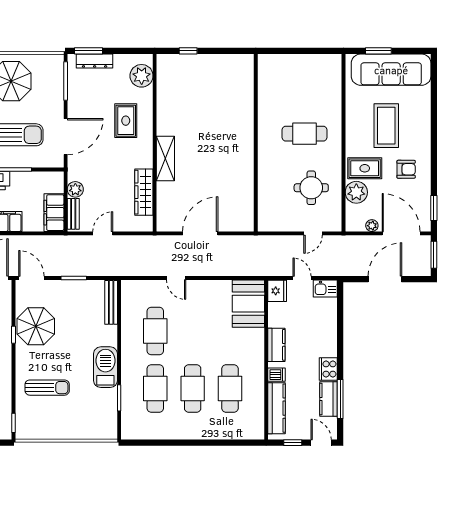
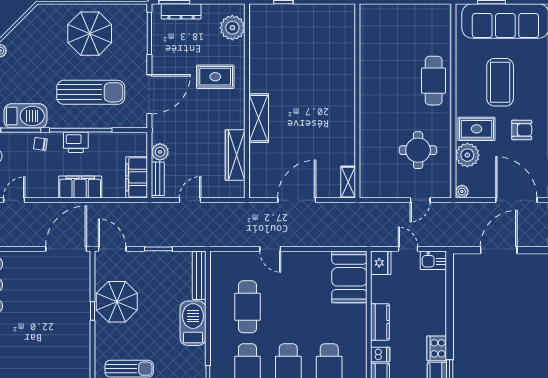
rug: (126, 121) -> (215, 77), turned 90
cafe table: (304, 134) -> (434, 81), moved, turned 90
shelving: (247, 217) -> (348, 182), added
plant: (372, 226) -> (462, 192), moved
barbecue: (105, 367) -> (193, 323), moved

